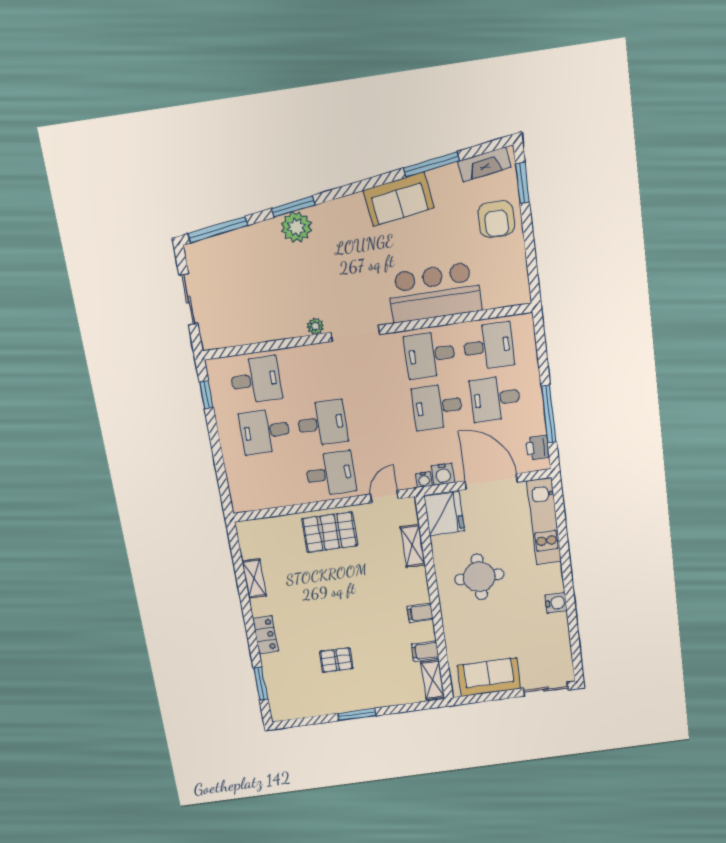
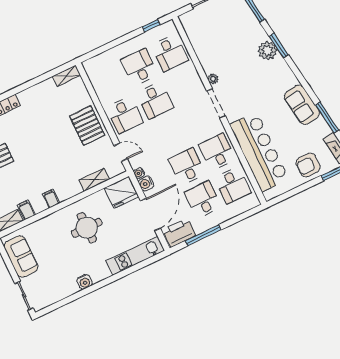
bar counter: (434, 292) -> (259, 152), width x1.36
printer: (538, 448) -> (179, 233), width x1.87, depth x1.48
shelving: (254, 579) -> (67, 76), moved

